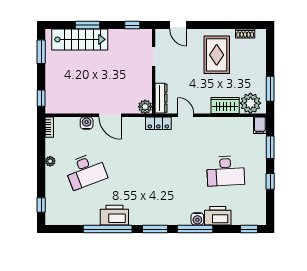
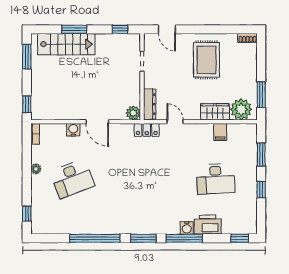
shoe rack: (245, 34) -> (248, 38), moved
filing cabinet: (260, 125) -> (220, 132), moved
printer: (114, 215) -> (102, 224), removed

